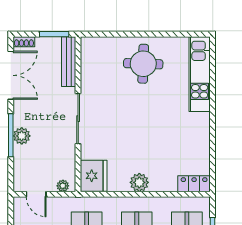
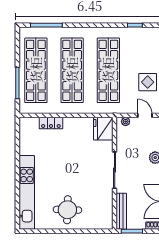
kitchen unit: (200, 74) -> (27, 192), width x1.36
plant: (139, 182) -> (70, 124), removed
locker: (194, 184) -> (51, 123), moved

